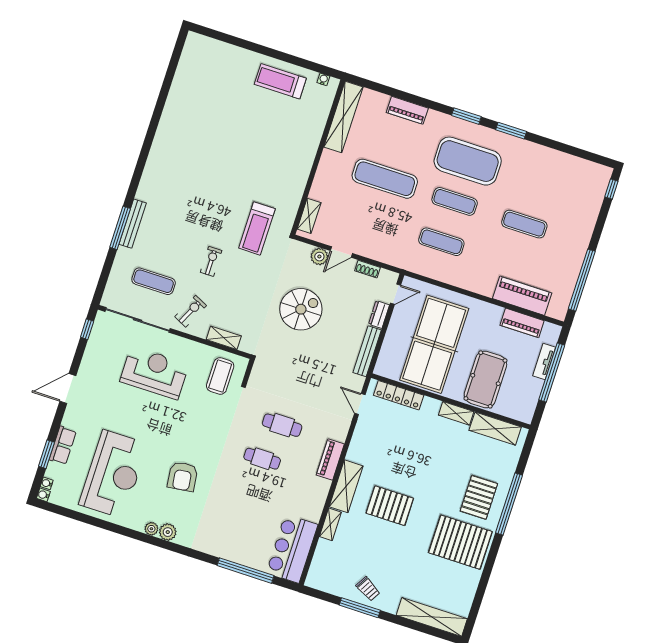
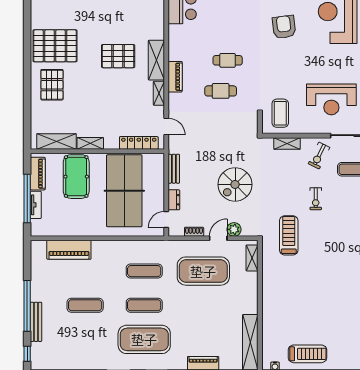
exercise mat: (385, 179) -> (203, 271), moved, width x1.47
bench: (589, 223) -> (36, 322), added
window: (582, 280) -> (27, 306), moved
piano: (522, 323) -> (38, 174), moved, turned 90
bench: (367, 351) -> (174, 169), width x0.73
window: (509, 504) -> (27, 87), removed
shelving: (330, 524) -> (159, 93), moved

